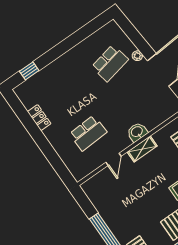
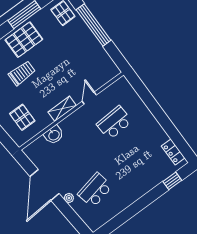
locker: (39, 118) -> (173, 152), moved
washbasin: (137, 132) -> (54, 135), moved

